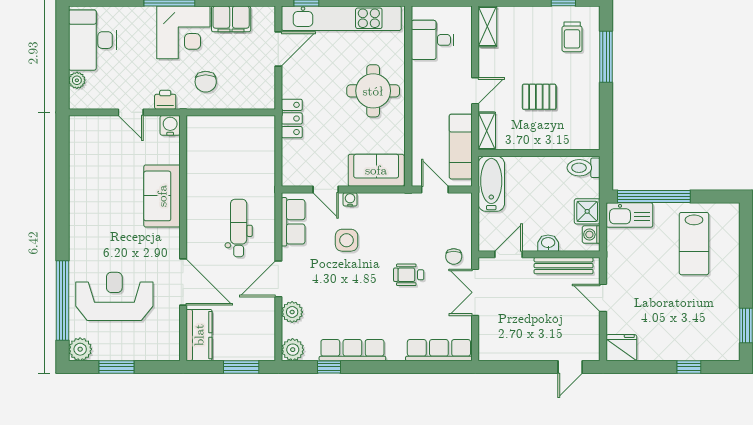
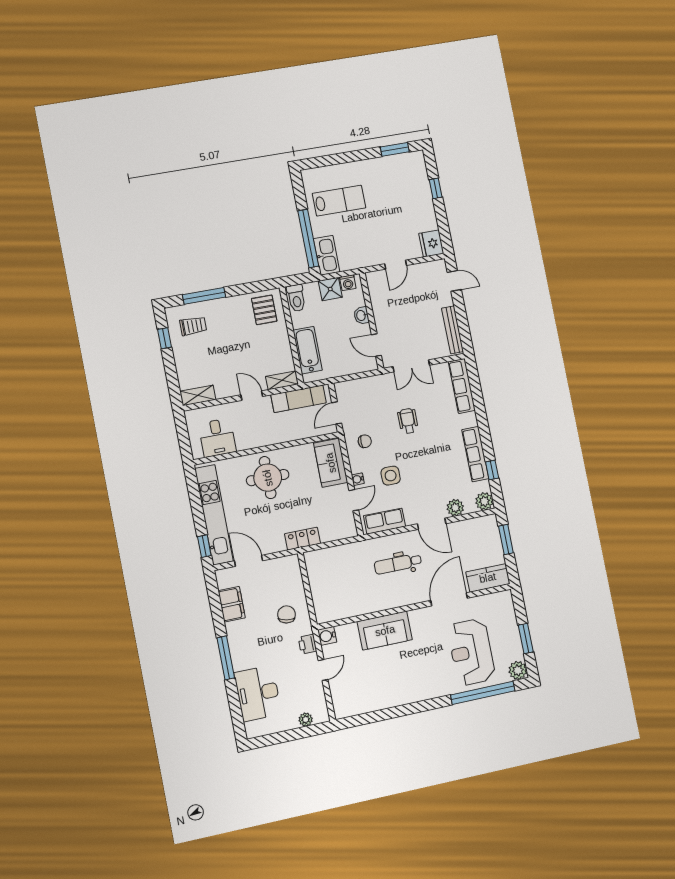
corner desk: (183, 32) -> (250, 641), removed
desk: (92, 40) -> (258, 693), moved, turned 90
chair: (206, 82) -> (287, 614), turned -80
pallet: (539, 97) -> (264, 310), moved
bathtub: (491, 184) -> (308, 350), moved, turned 90
chair: (454, 256) -> (365, 441), moved
bench: (564, 266) -> (453, 330), moved
wheelchair: (409, 275) -> (408, 421), turned 180

